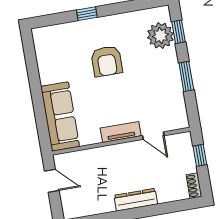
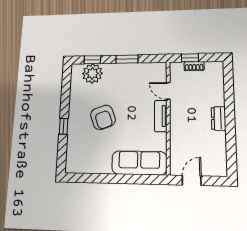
armchair: (107, 61) -> (103, 117), turned 70
door: (153, 136) -> (168, 91), swing flipped
shoe rack: (194, 186) -> (194, 66), moved
dresser: (136, 200) -> (219, 118), width x0.70

